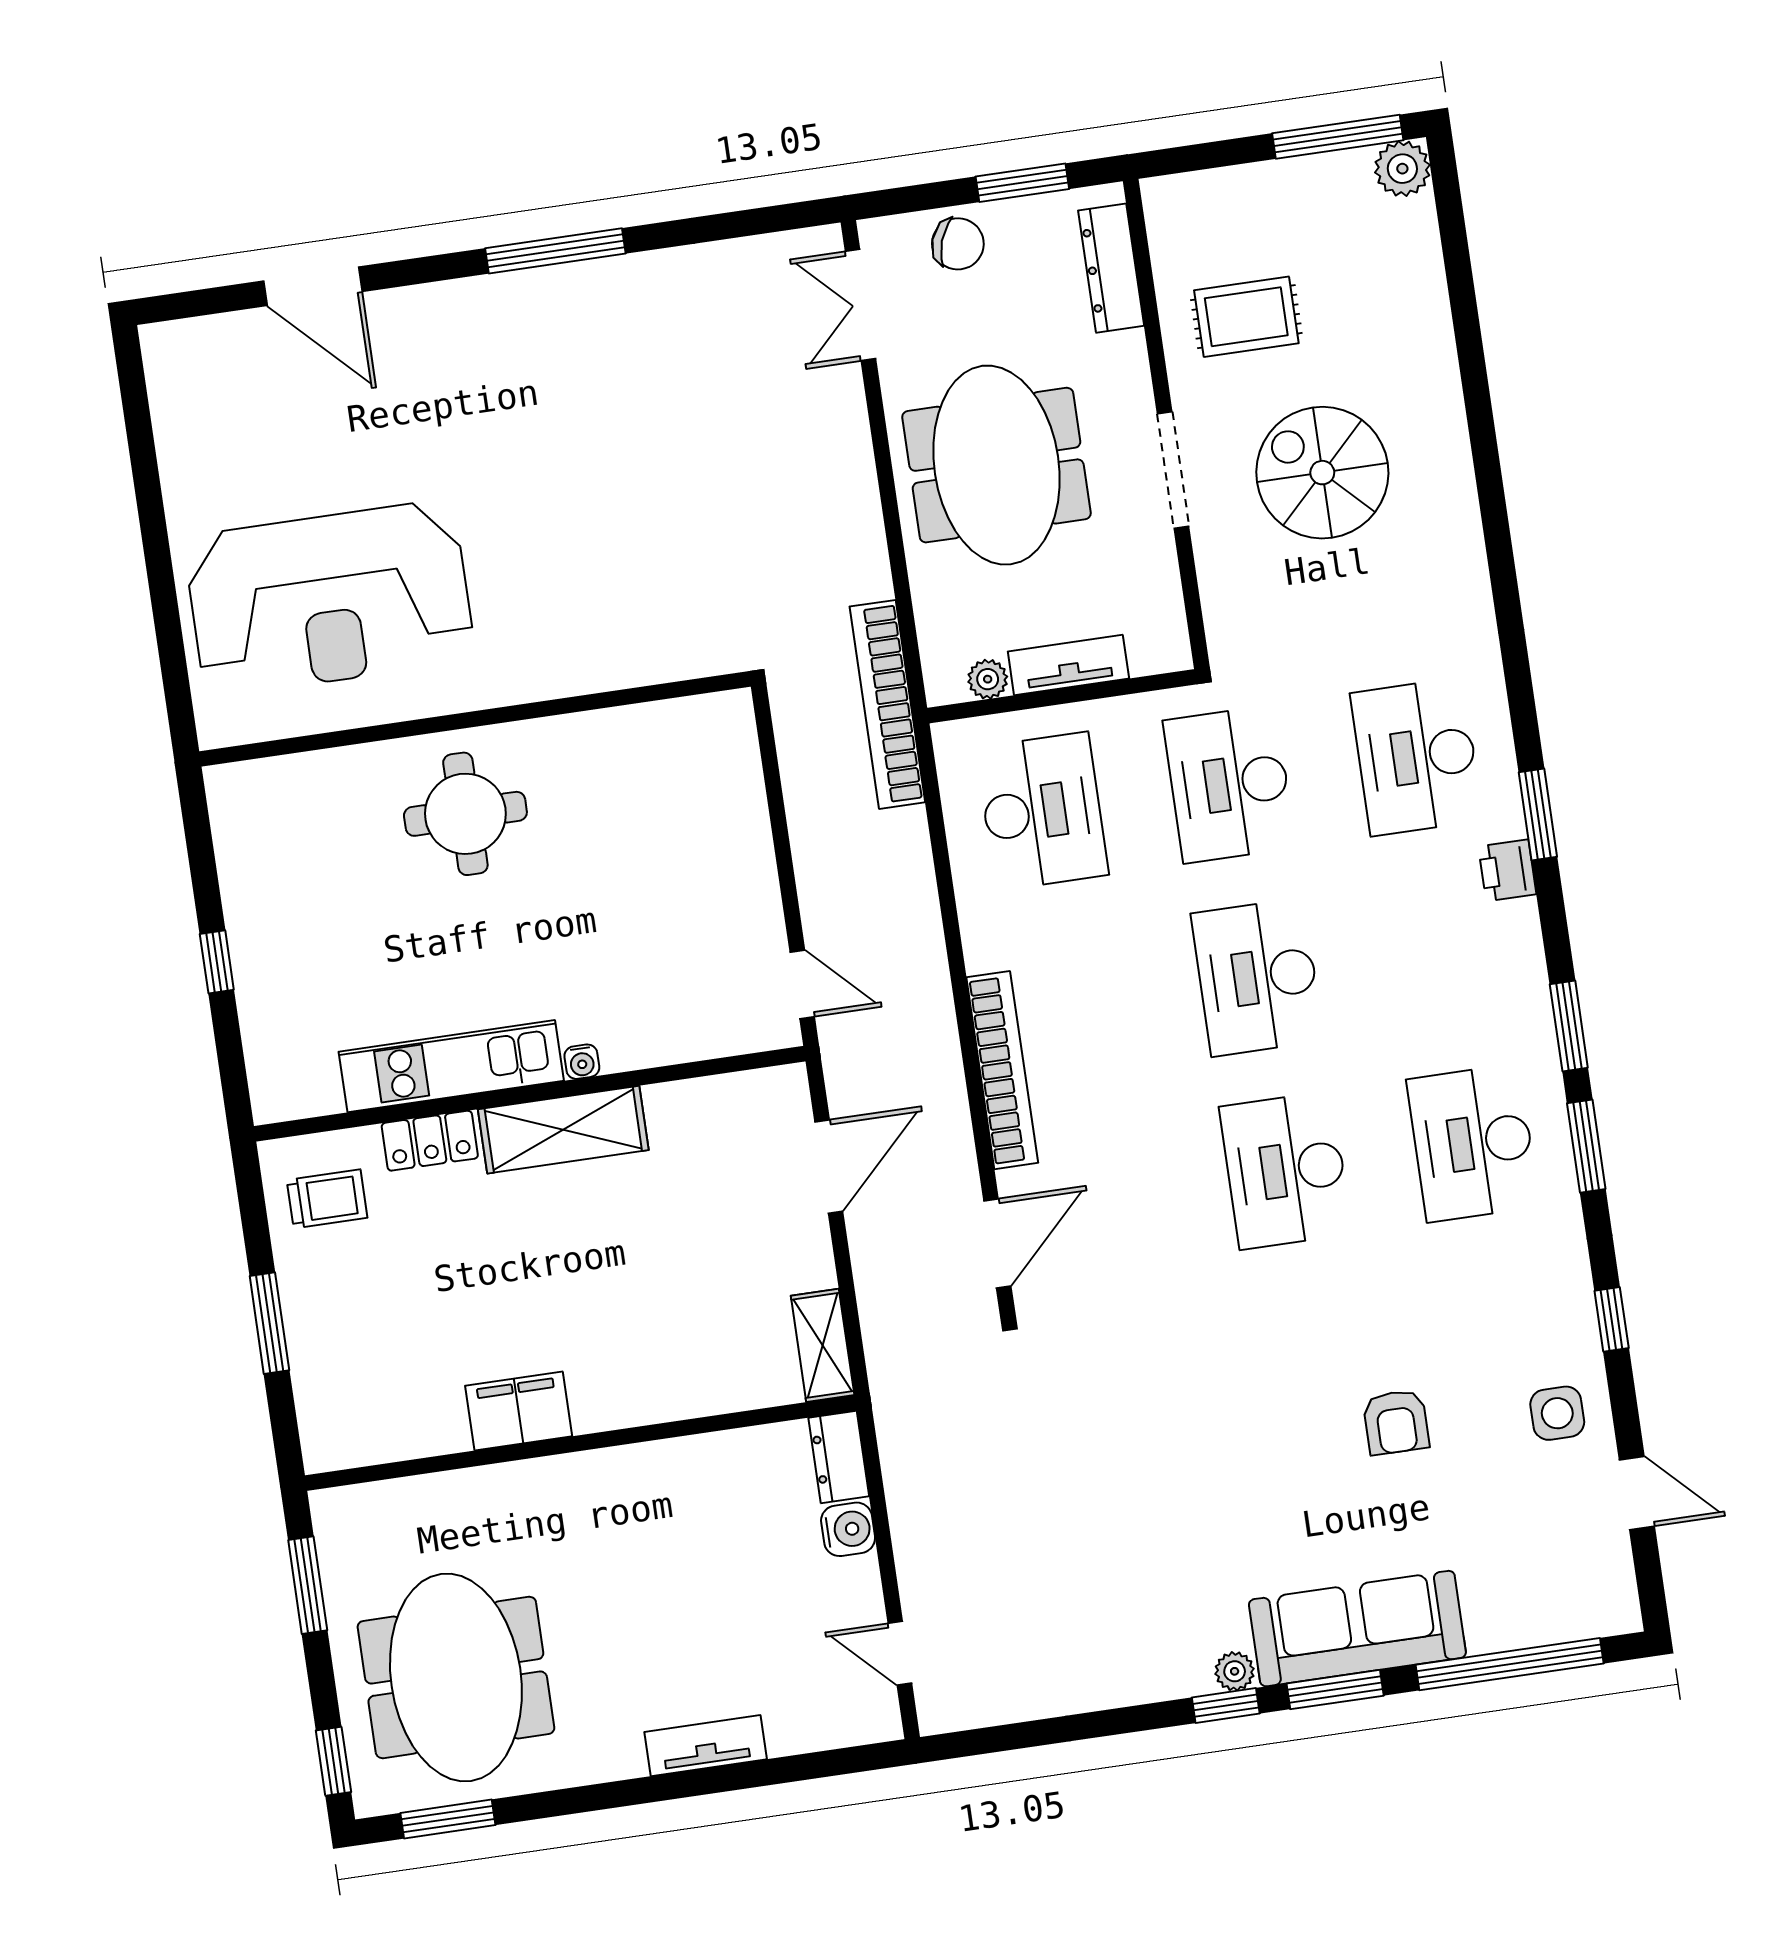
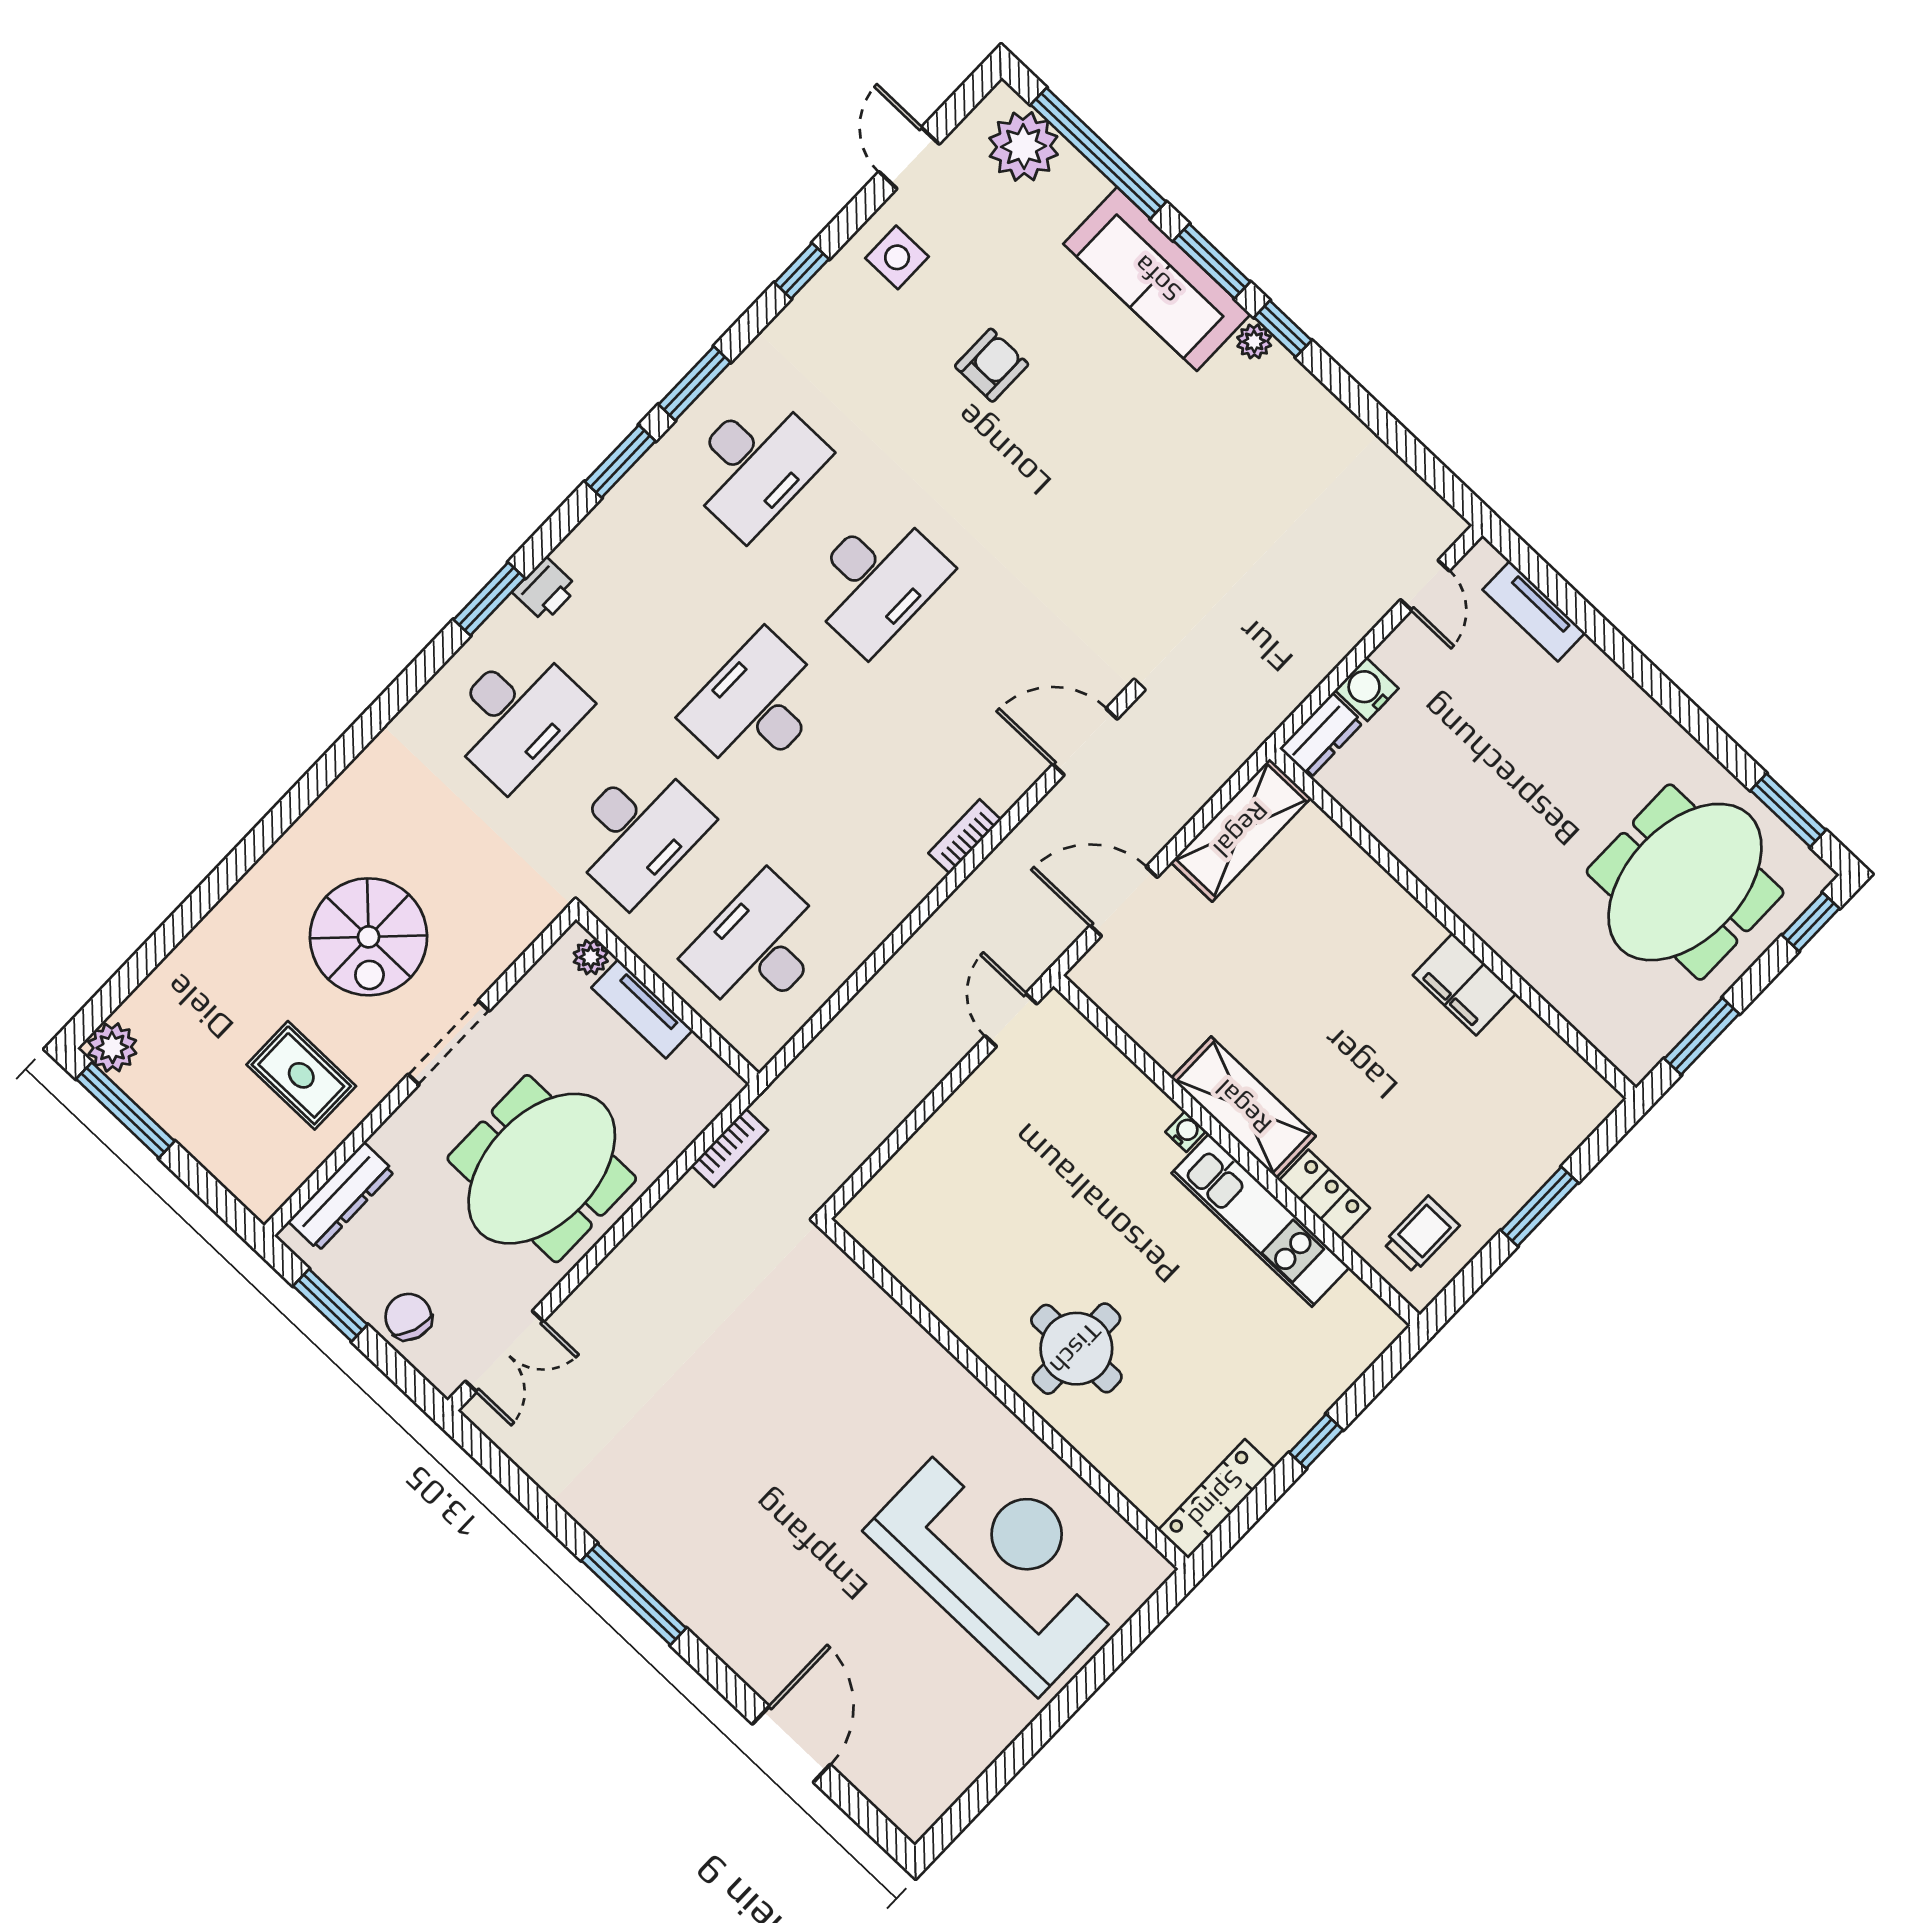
plant: (988, 679) -> (591, 957), moved
bookcase: (887, 704) -> (730, 1148), width x0.43, depth x0.76
locker: (235, 833) -> (1216, 1499), added
desk: (1257, 977) -> (757, 706), turned 180
bookcase: (1002, 1070) -> (965, 836), width x0.43, depth x0.76
trolley: (327, 1199) -> (1421, 1234), turned 90
shelving: (823, 1345) -> (1241, 830), width x1.50, depth x1.33
plant: (1568, 1602) -> (1024, 146), added
tv unit: (706, 1746) -> (1534, 611), moved

